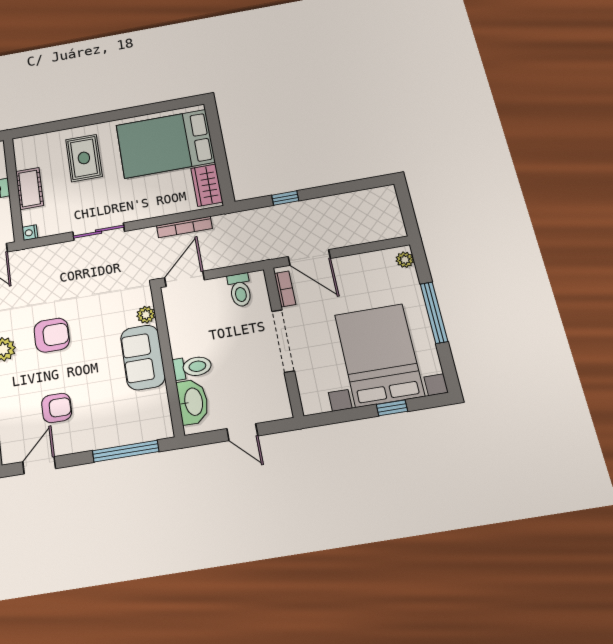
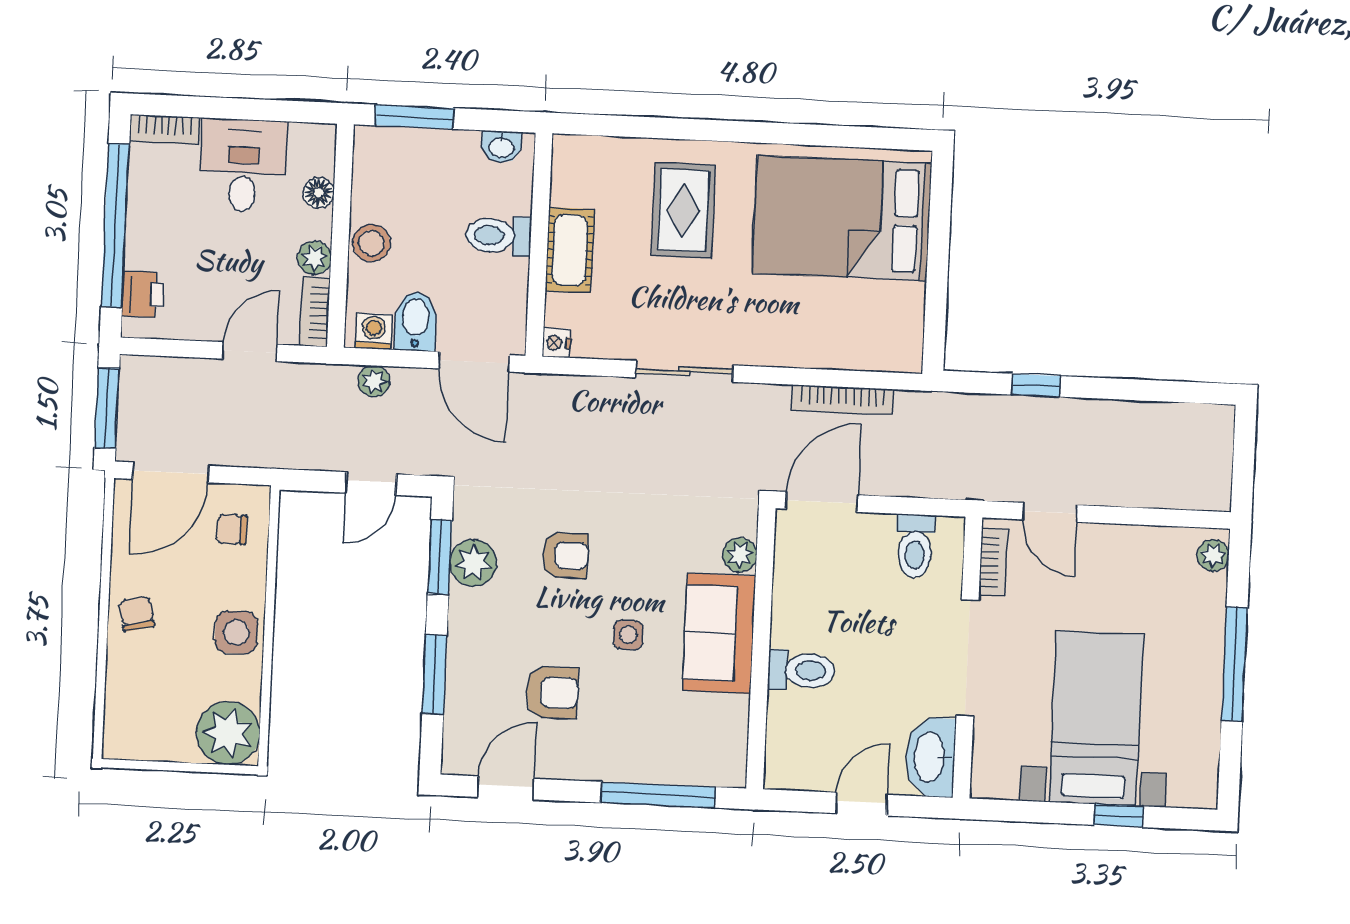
wardrobe: (207, 185) -> (901, 324), removed
door: (309, 257) -> (1050, 512), width x0.73
armchair: (52, 335) -> (565, 555), width x0.72, depth x0.72
bed with nightstands: (379, 355) -> (1096, 718), width x0.73
side table: (93, 369) -> (628, 635), added
washbasin: (193, 402) -> (931, 757), moved, turned 180
door: (242, 432) -> (861, 804), swing flipped

